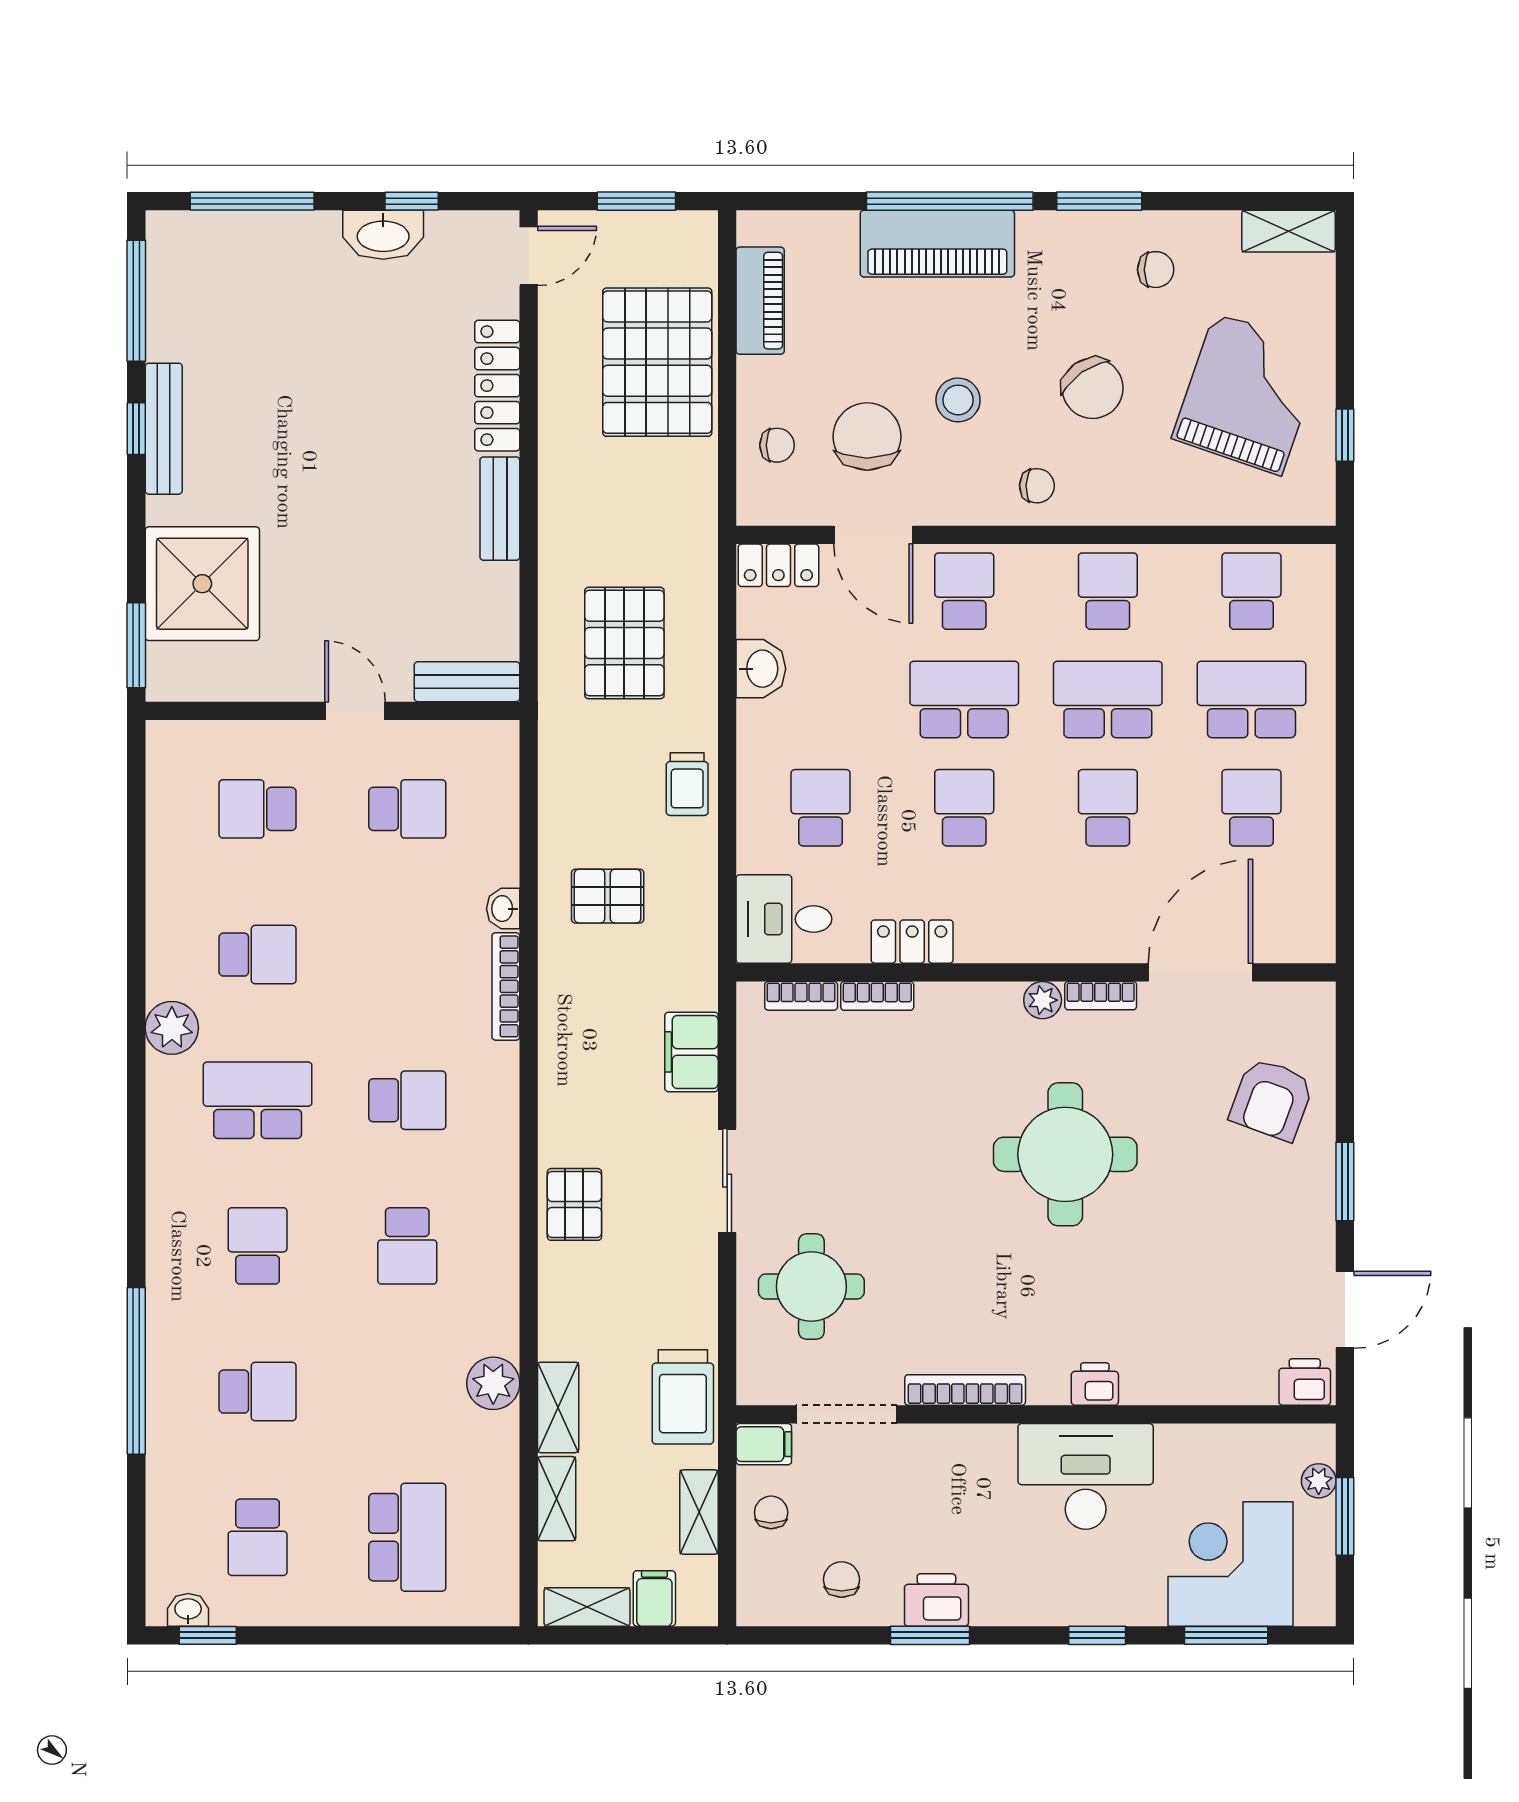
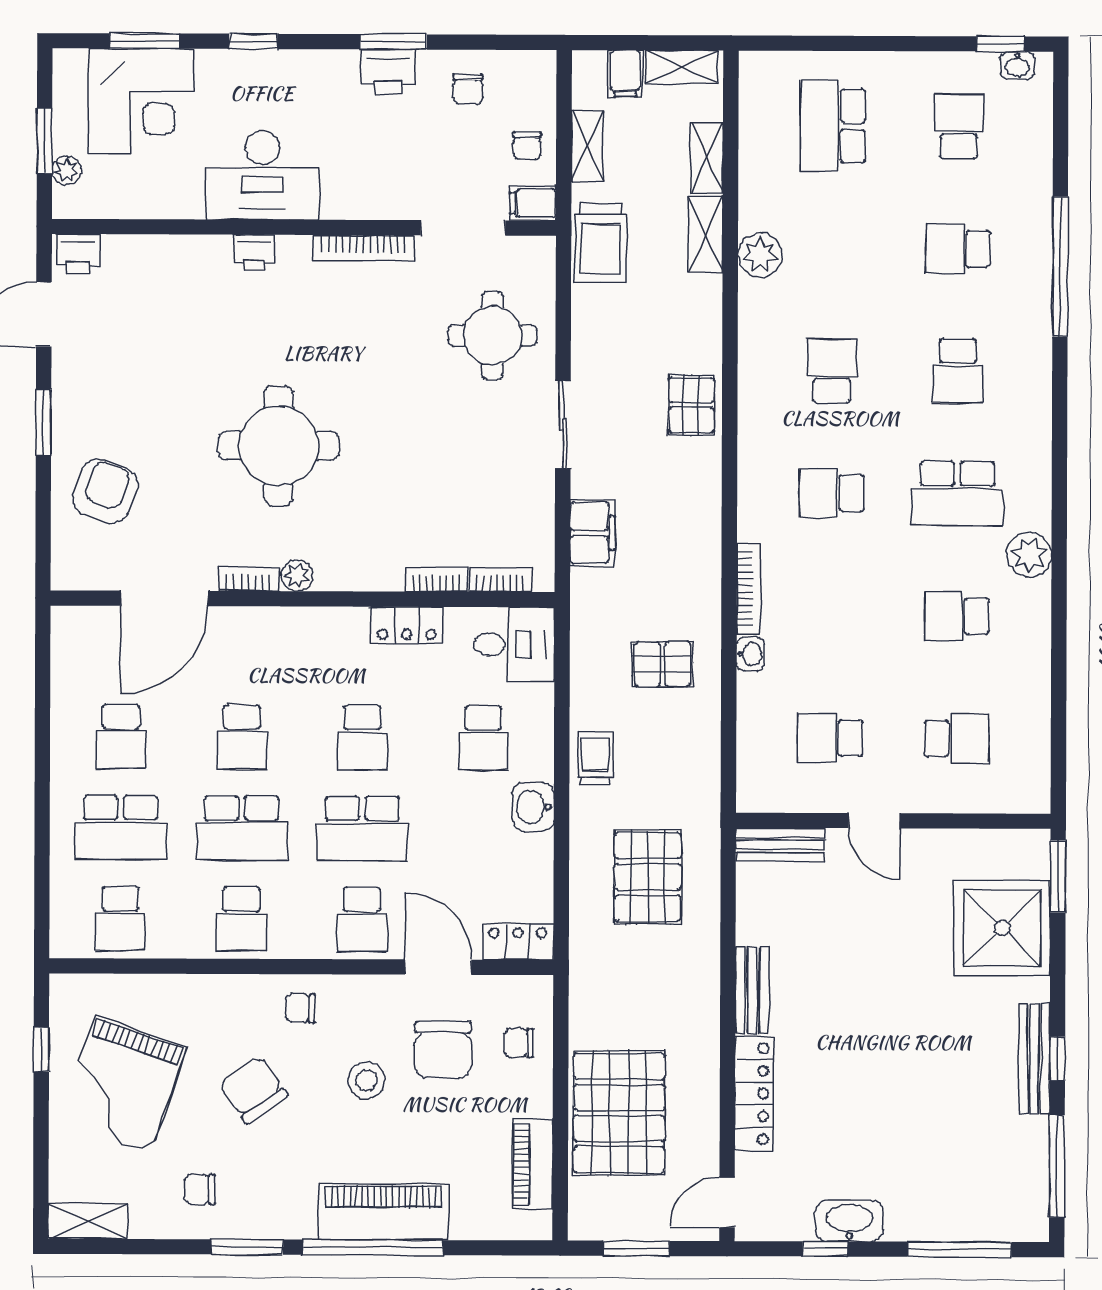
washbasin: (761, 669) -> (533, 807), moved
trolley: (683, 1397) -> (601, 243), turned 180

